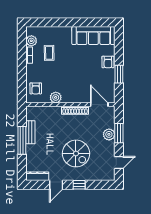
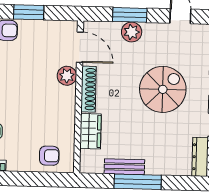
plant: (56, 97) -> (67, 76), moved
door: (99, 105) -> (80, 47), swing flipped
wardrobe: (51, 112) -> (91, 131), added

